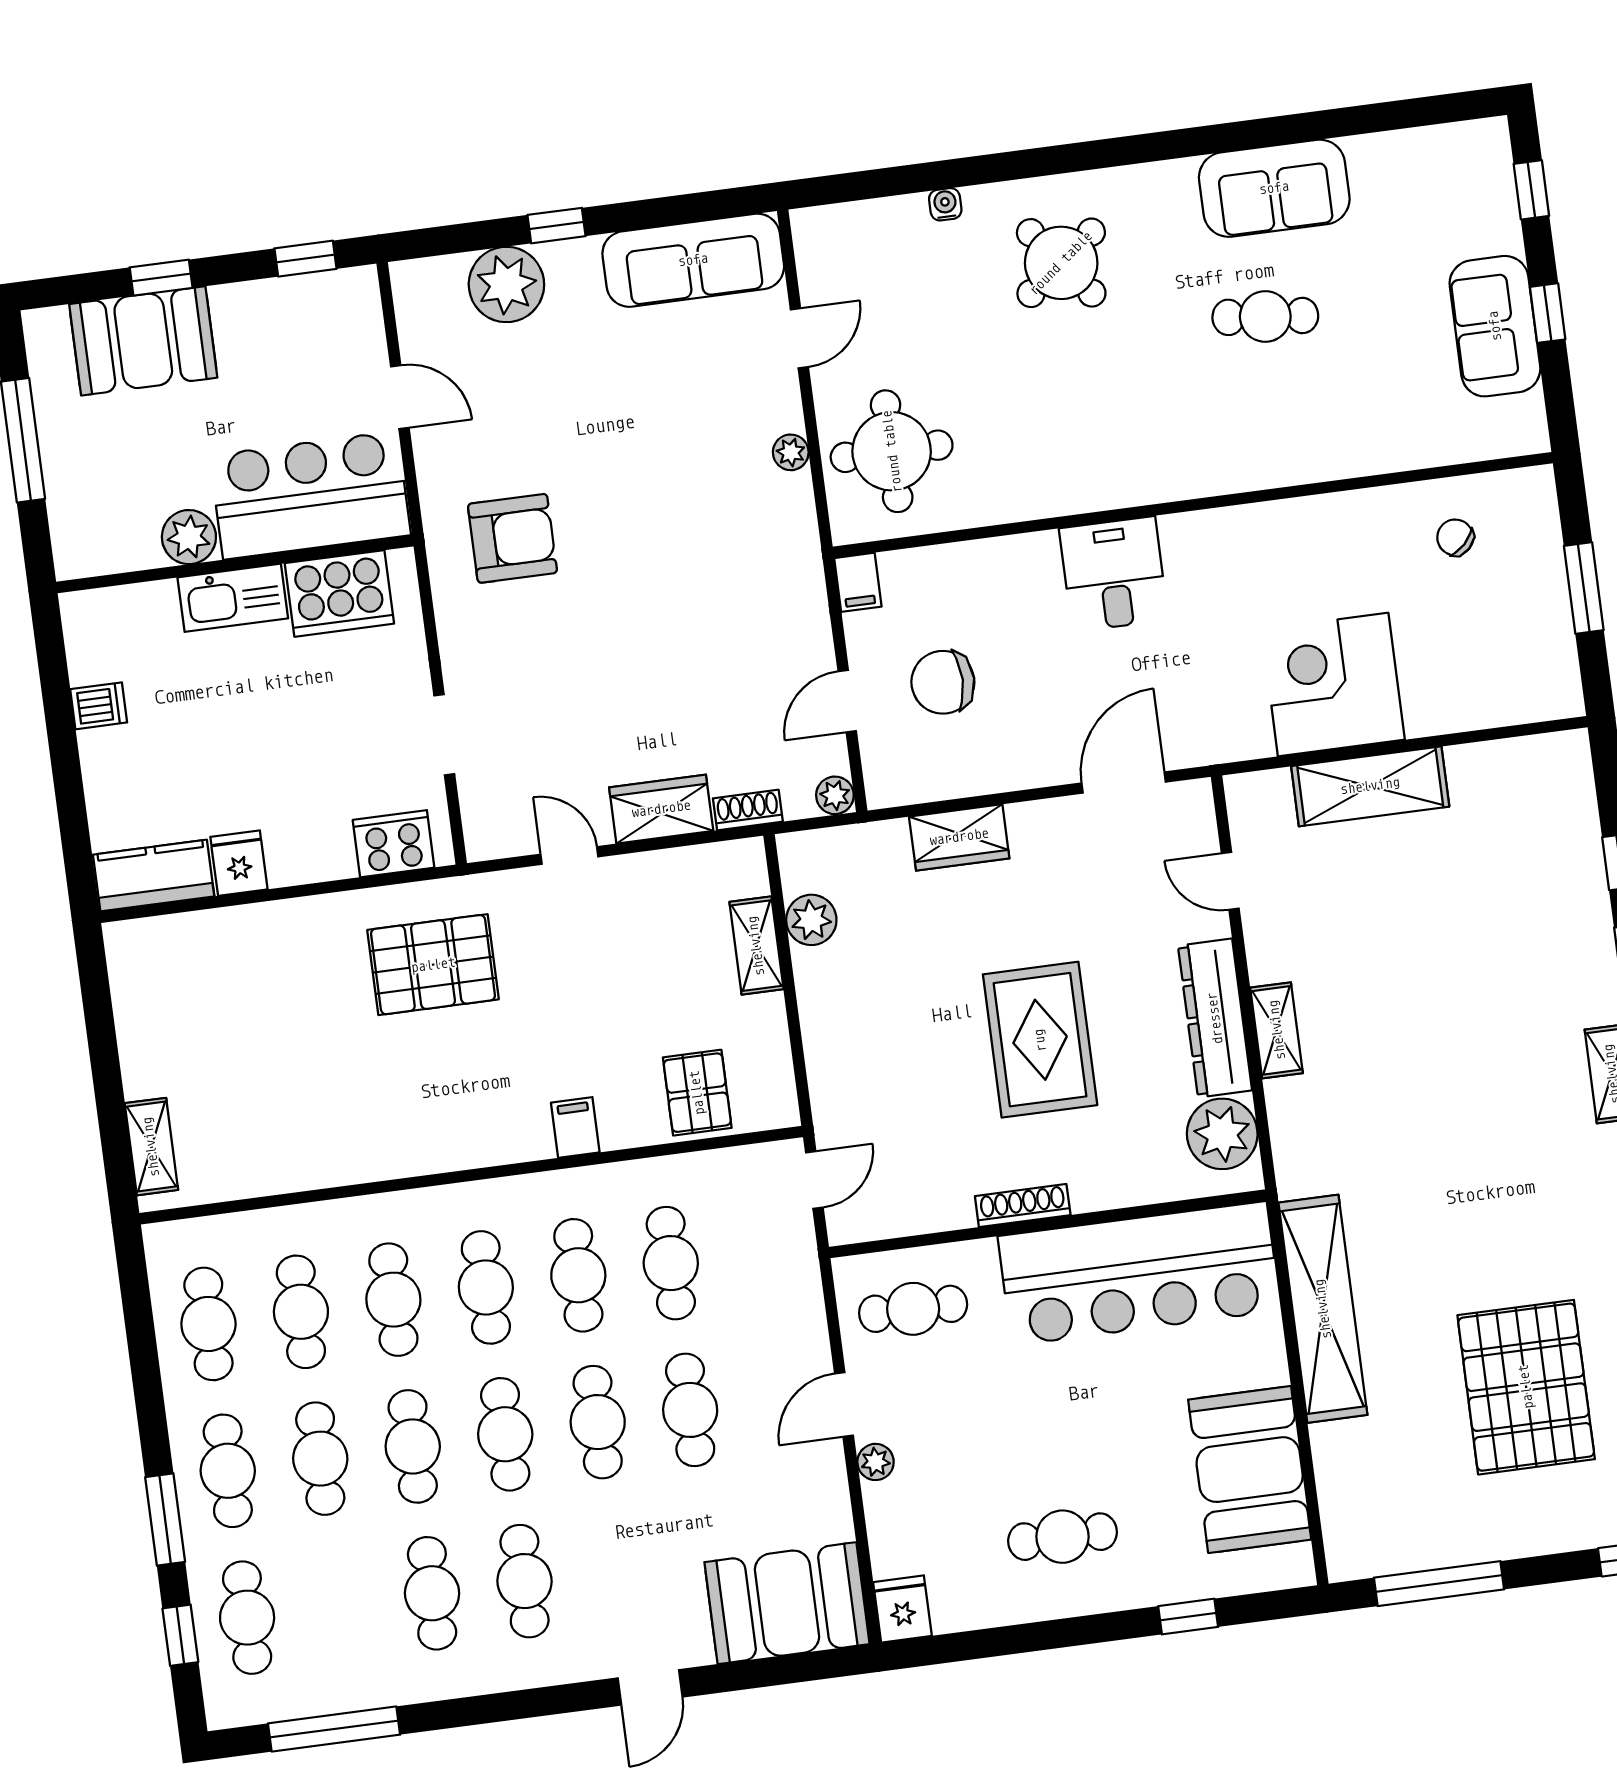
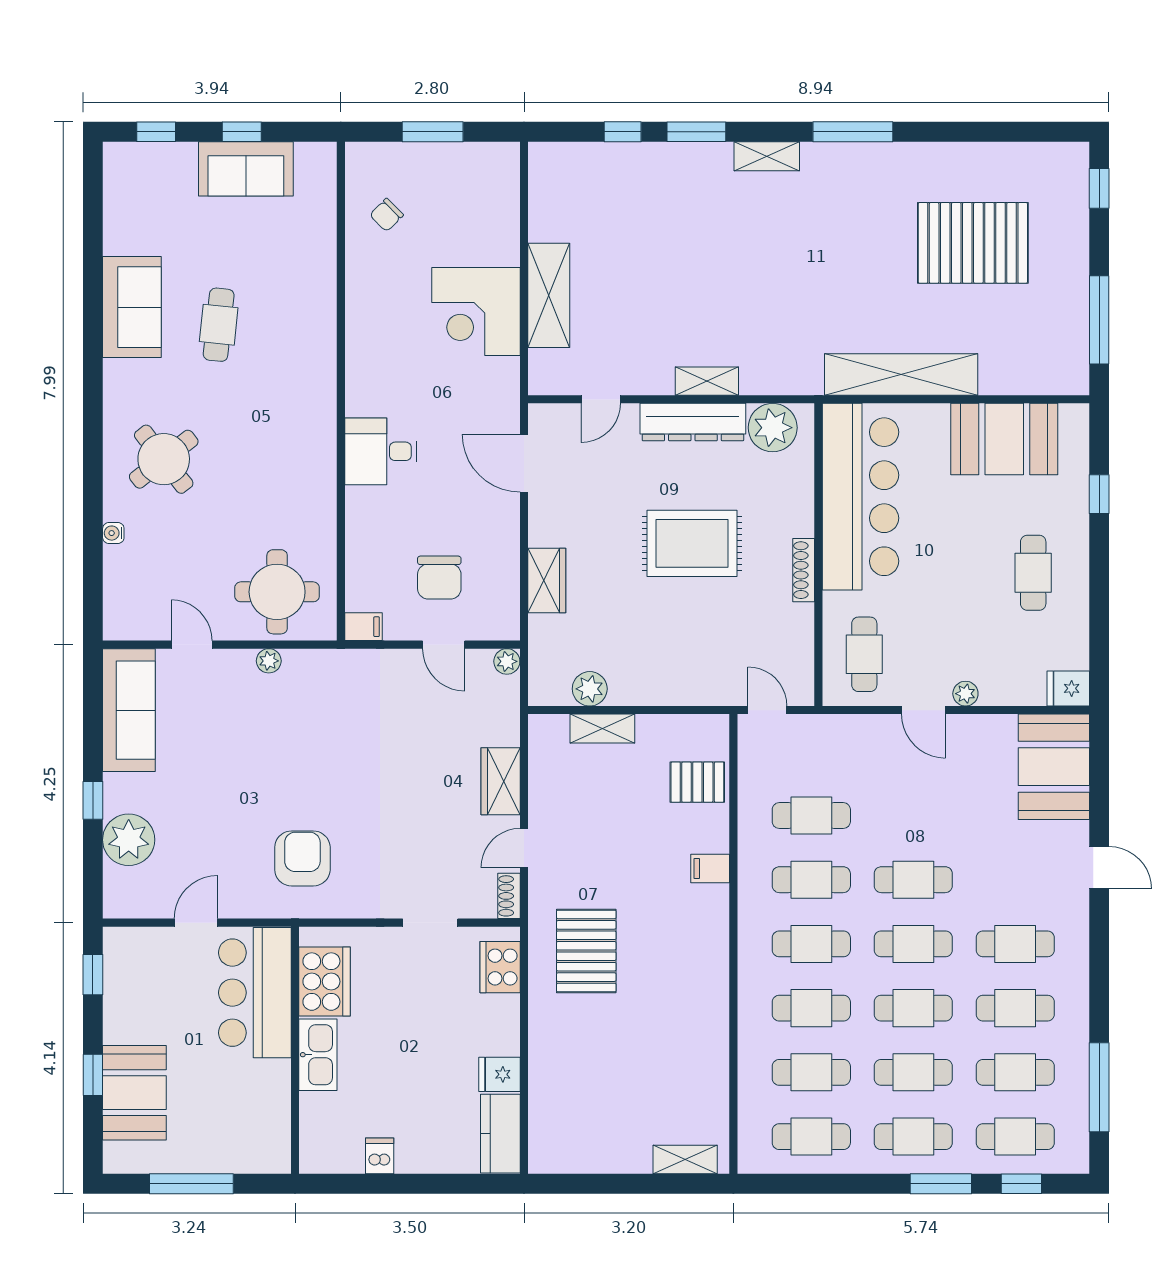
plant: (189, 537) -> (272, 1079), removed
shoe rack: (748, 810) -> (509, 896), moved
cafe table: (690, 1410) -> (1015, 1072), moved

